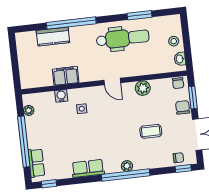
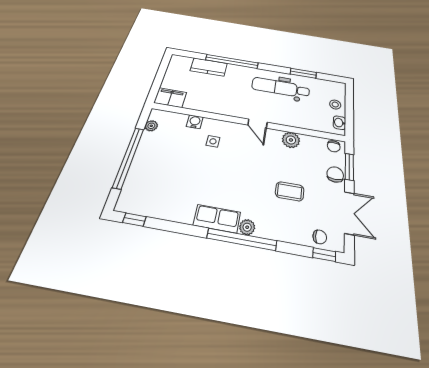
dental chair: (123, 38) -> (281, 88), turned 180
filing cabinet: (66, 76) -> (170, 98), moved
row of seats: (36, 163) -> (131, 187), removed
row of seats: (88, 168) -> (217, 219), moved

